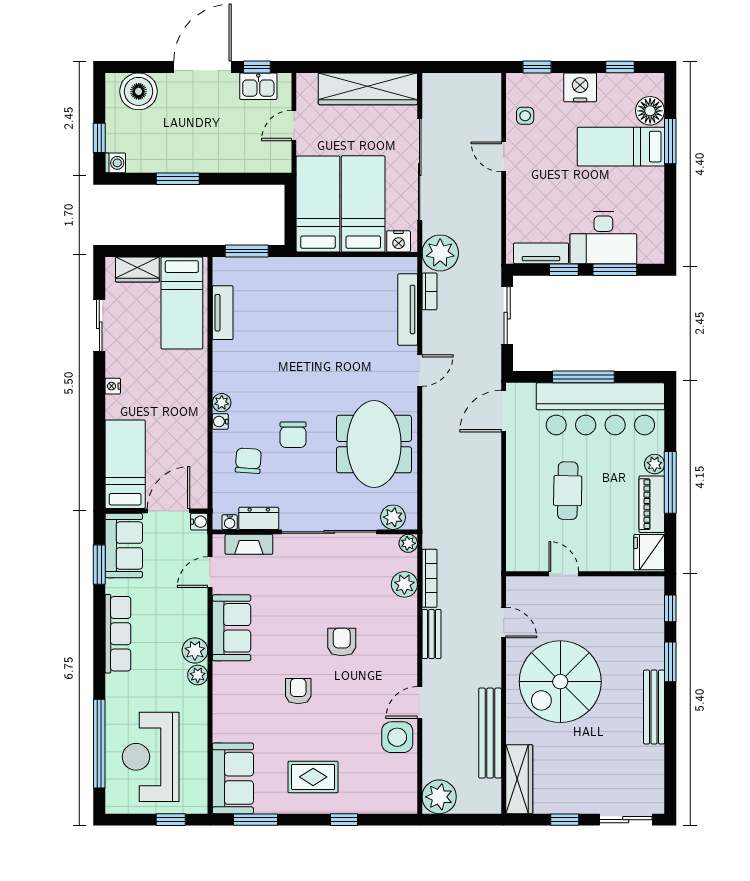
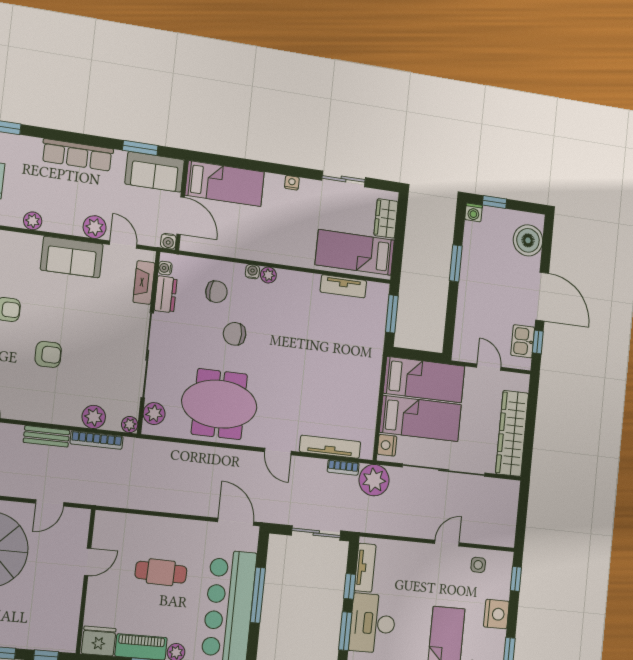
plant: (195, 650) -> (95, 227), moved

